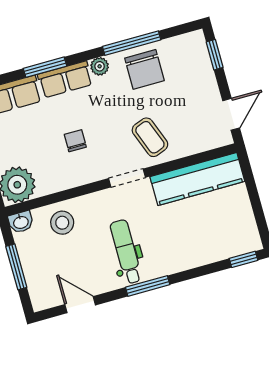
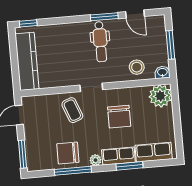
window: (215, 55) -> (23, 154), width x1.50
chair: (145, 69) -> (68, 153), turned -90
chair: (75, 141) -> (119, 117), width x1.87, depth x1.87
kitchen counter: (197, 179) -> (27, 61), moved, turned 90
window: (148, 286) -> (104, 17), moved

